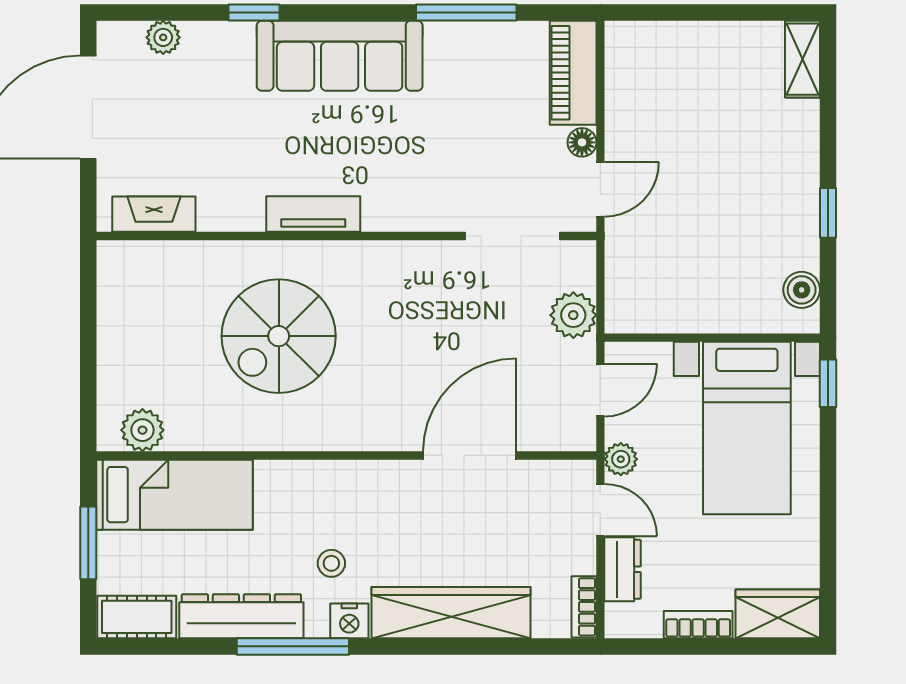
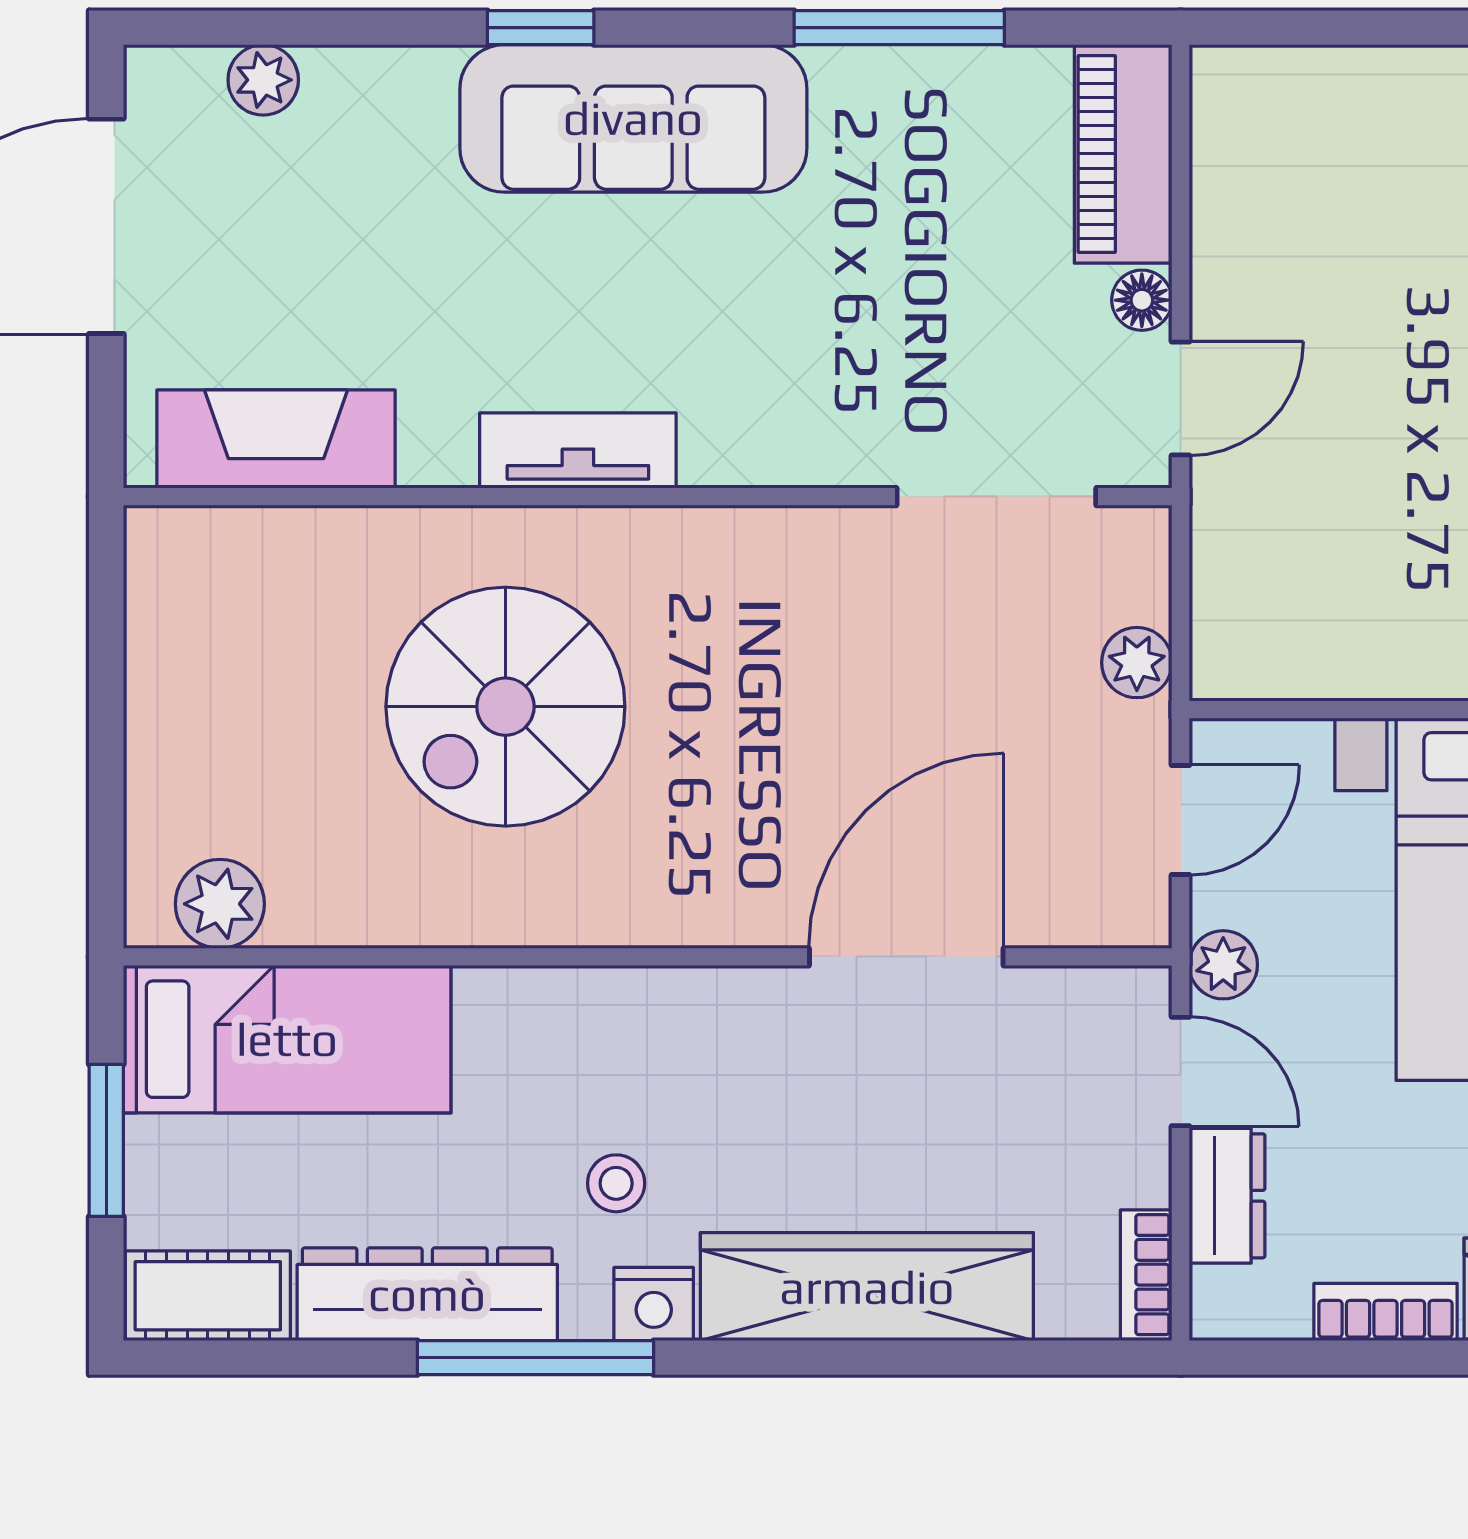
window: (254, 12) -> (541, 28), moved
fireplace: (154, 214) -> (276, 439), width x1.37, depth x1.32
plant: (573, 315) -> (1137, 663), width x0.73, depth x0.73

